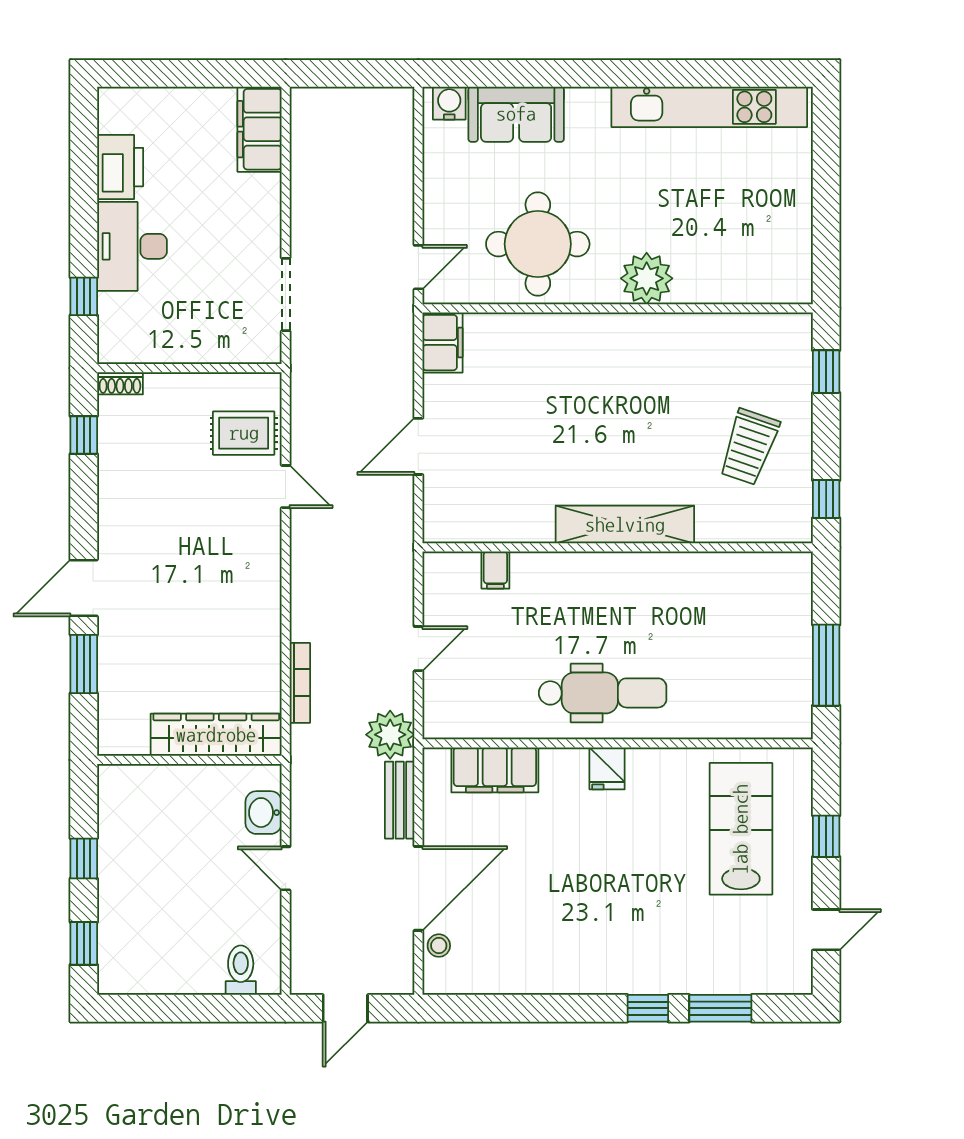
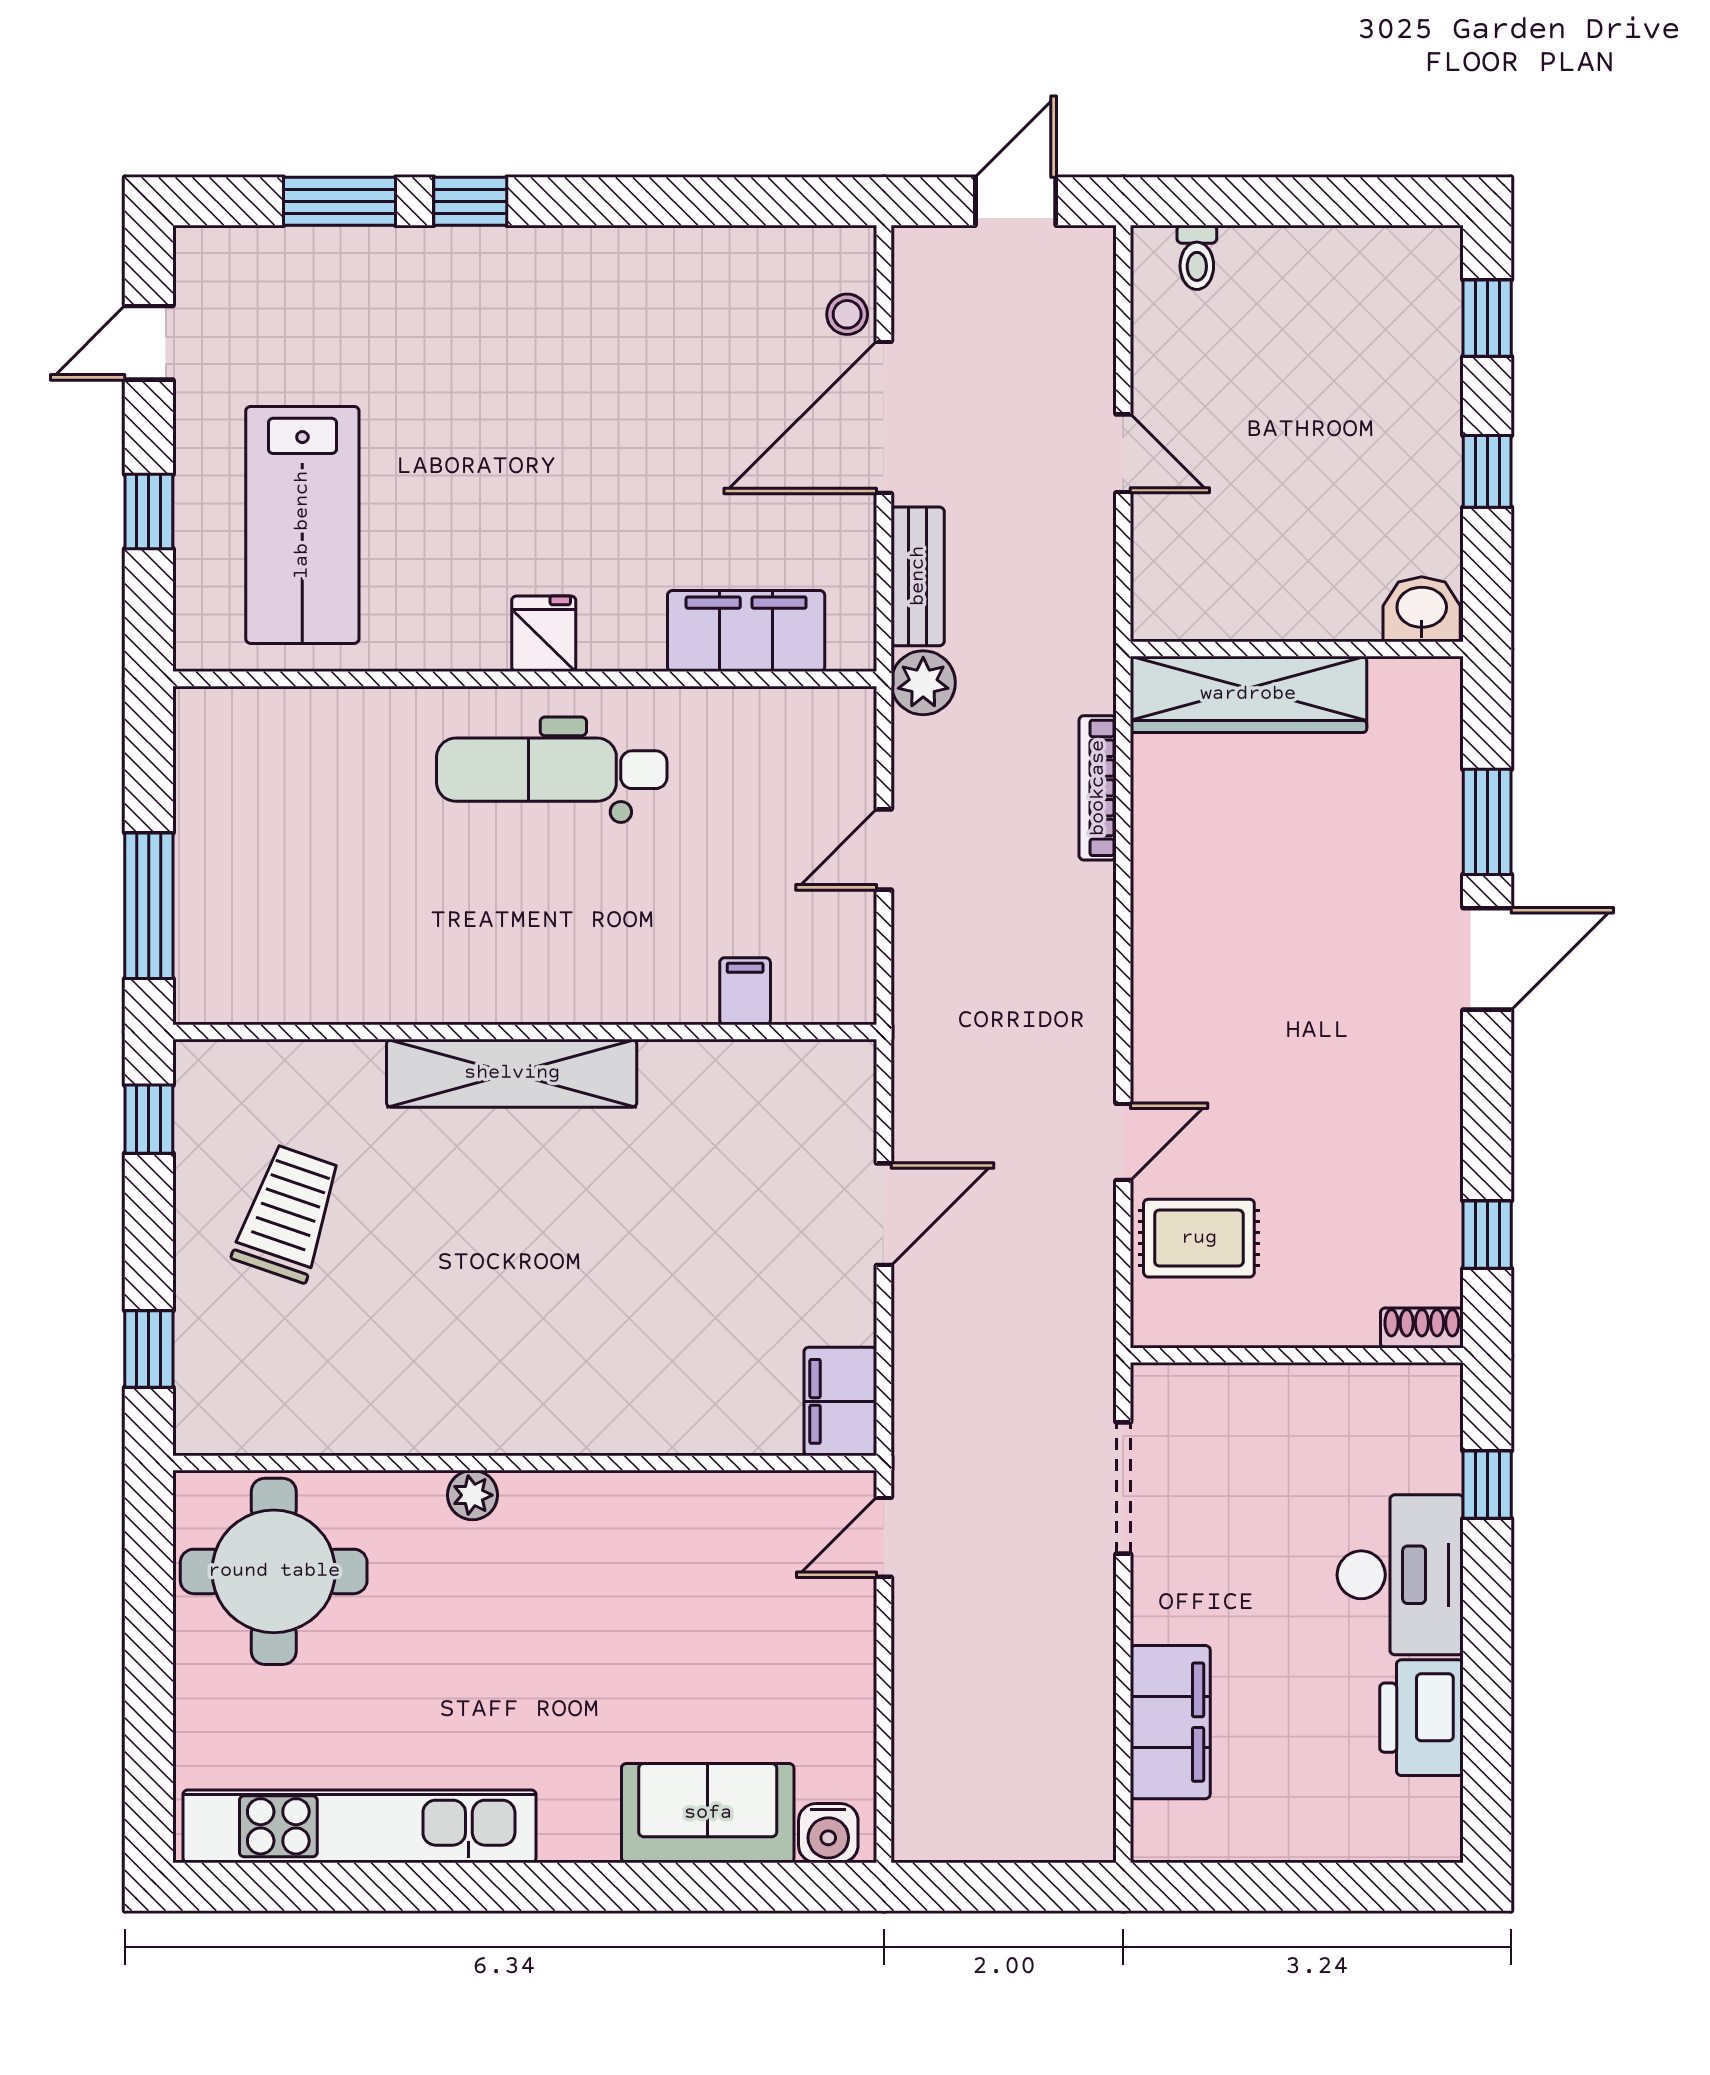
filing cabinet: (260, 129) -> (1170, 1722), moved
round table: (538, 244) -> (274, 1571), moved
plant: (647, 278) -> (472, 1495), width x0.53, depth x0.53
door: (286, 487) -> (1123, 1142), swing flipped
window: (826, 665) -> (149, 906), moved
plant: (390, 735) -> (923, 683), width x0.73, depth x0.73
washbasin: (264, 813) -> (1422, 609), moved, turned -90
toilet: (241, 970) -> (1197, 257), width x0.73, depth x0.72

